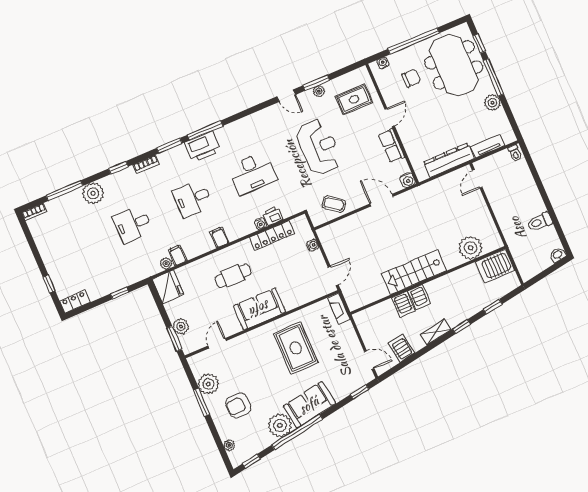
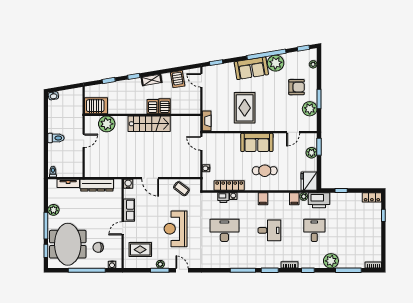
printer: (203, 147) -> (319, 200), moved, turned 180
door: (477, 179) -> (84, 141), moved
toilet: (540, 222) -> (56, 138), moved
desk: (133, 224) -> (314, 230), turned -90
door: (333, 276) -> (201, 143), hinge flipped

